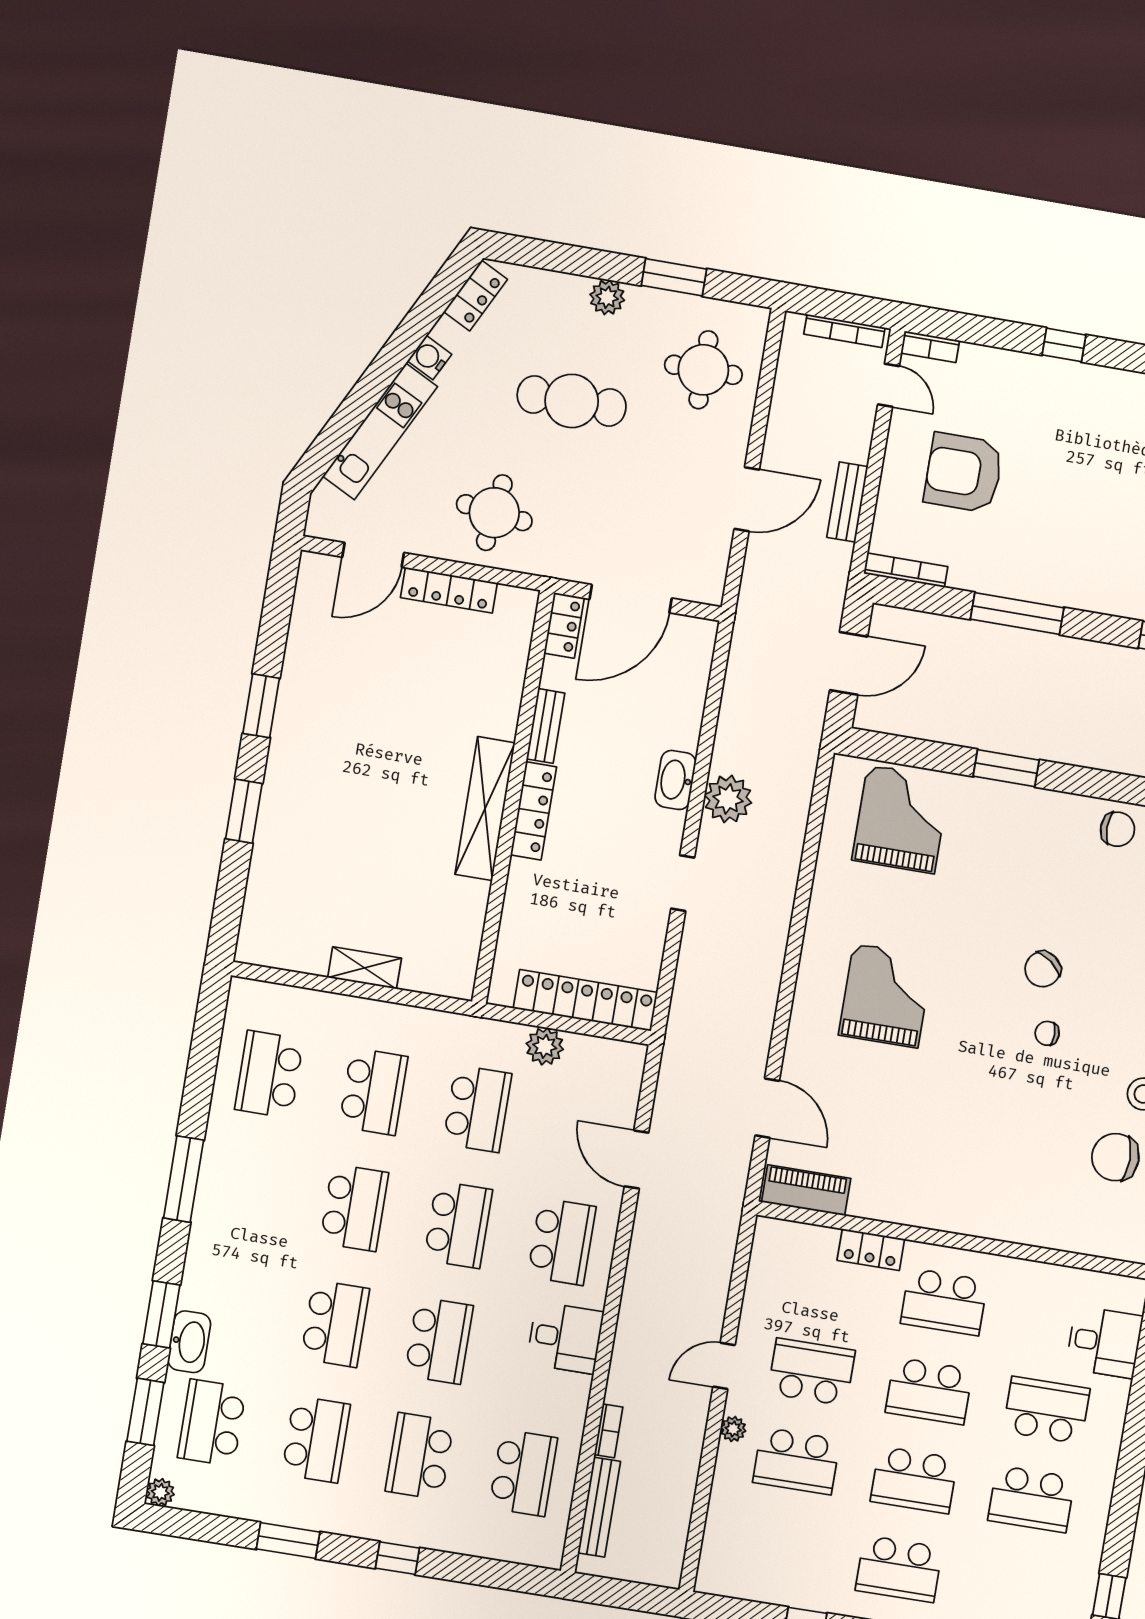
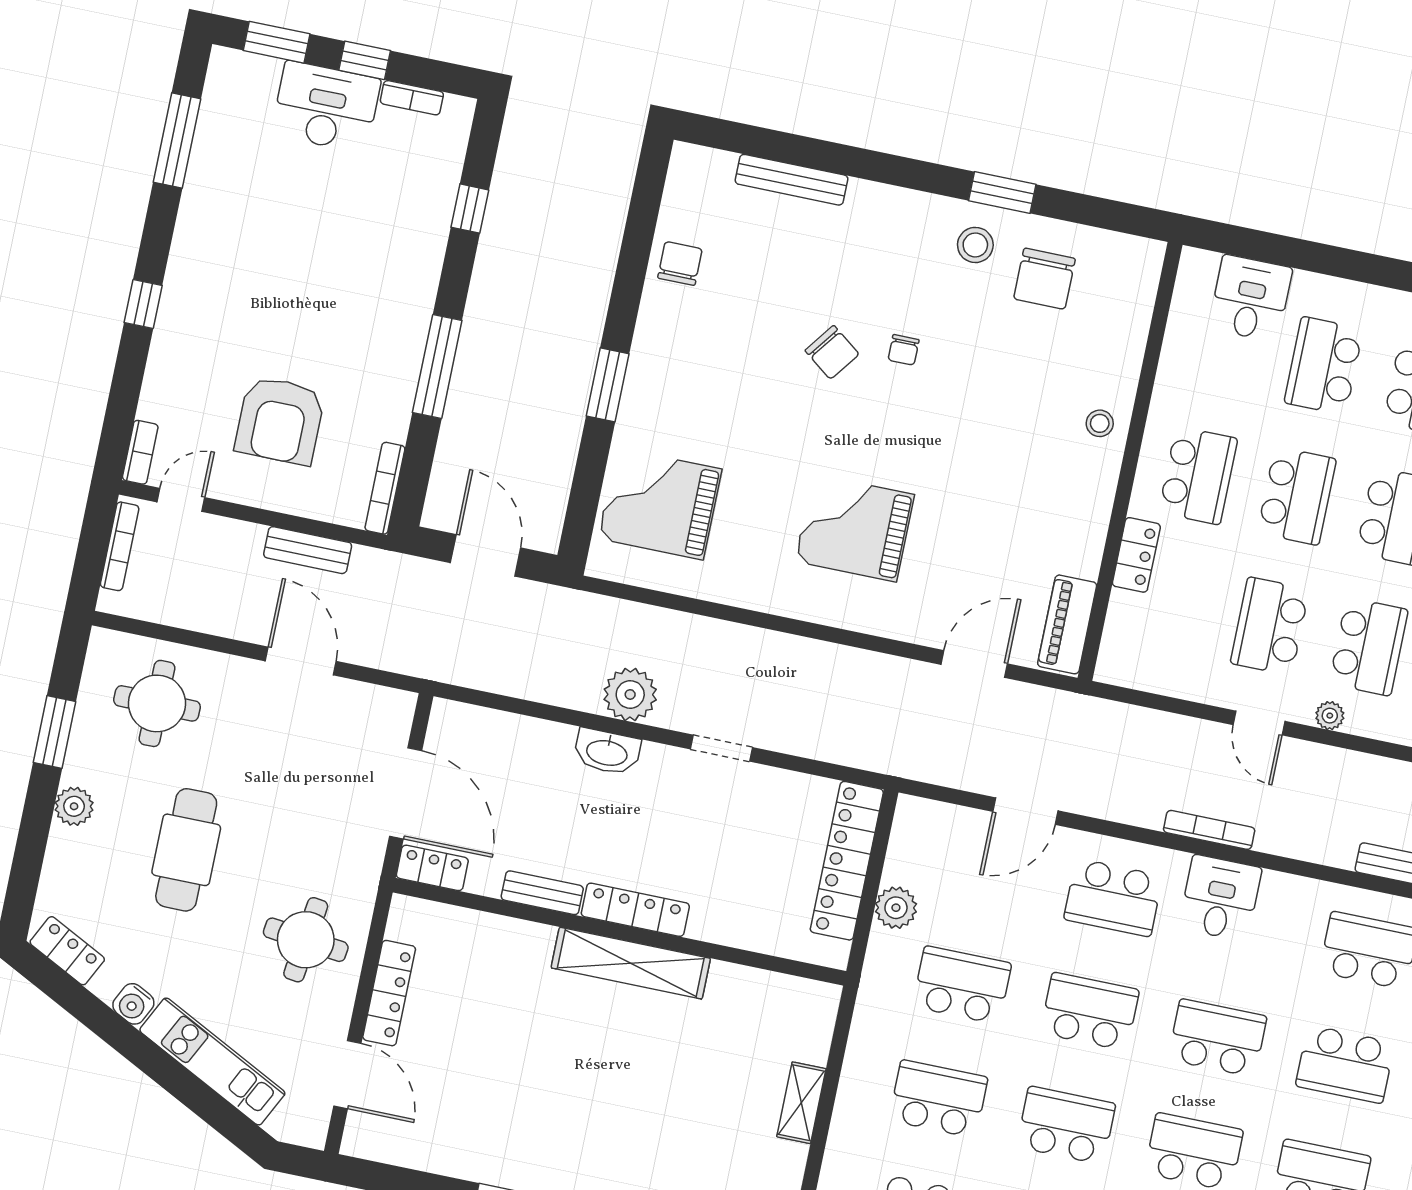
stool: (988, 1212) -> (1100, 423), added
school desk: (562, 1242) -> (1113, 898), turned 180
bookcase: (609, 1431) -> (1209, 830), moved, width x1.56

